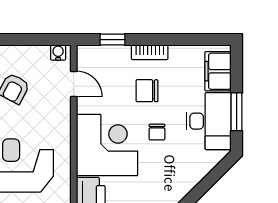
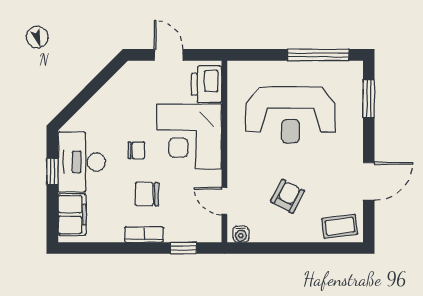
chair: (147, 91) -> (147, 194), turned 180
window: (237, 112) -> (52, 172), width x0.67
chair: (157, 132) -> (136, 150), turned 90

